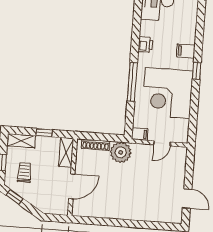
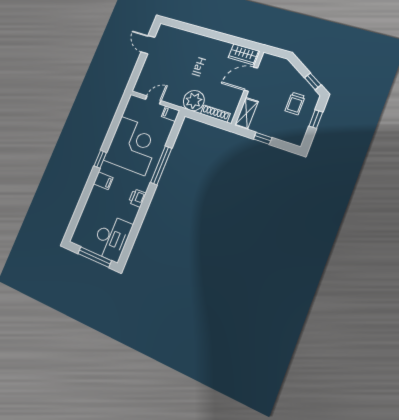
shelving: (21, 141) -> (289, 136), removed
wardrobe: (87, 209) -> (243, 54), added

